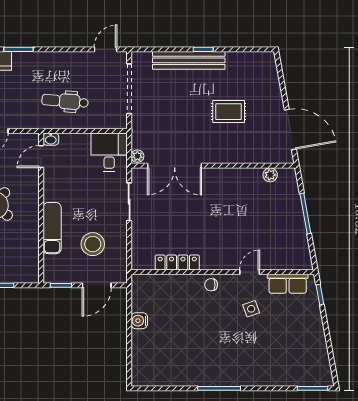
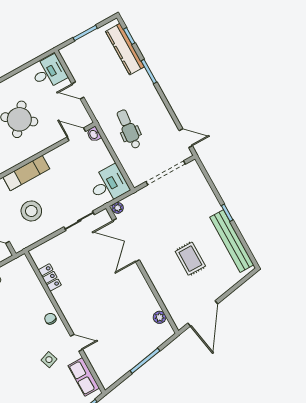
bench: (189, 60) -> (232, 241), moved
locker: (177, 263) -> (50, 277), width x0.66

